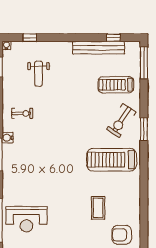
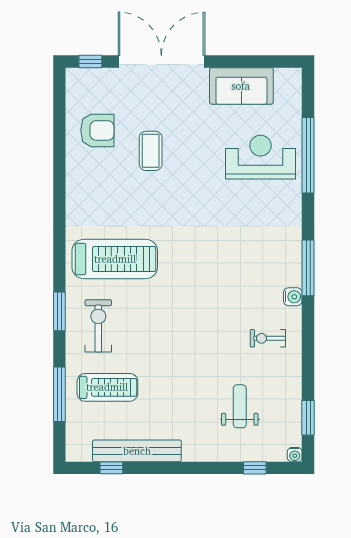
window: (144, 63) -> (59, 394), moved
exercise bike: (121, 121) -> (98, 326), turned -33
coffee table: (98, 208) -> (151, 151), moved

